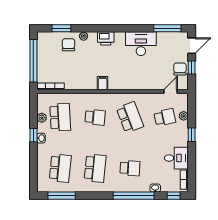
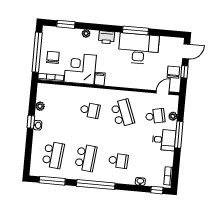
window: (167, 28) -> (135, 30), moved
desk: (141, 44) -> (139, 49), width x1.36, depth x1.30
chair: (68, 45) -> (53, 57), moved
corner desk: (81, 74) -> (80, 69), added
school desk: (60, 117) -> (57, 107), removed
window: (192, 135) -> (179, 135), width x2.17
desk: (176, 158) -> (164, 140), moved
window: (134, 196) -> (96, 185), moved

